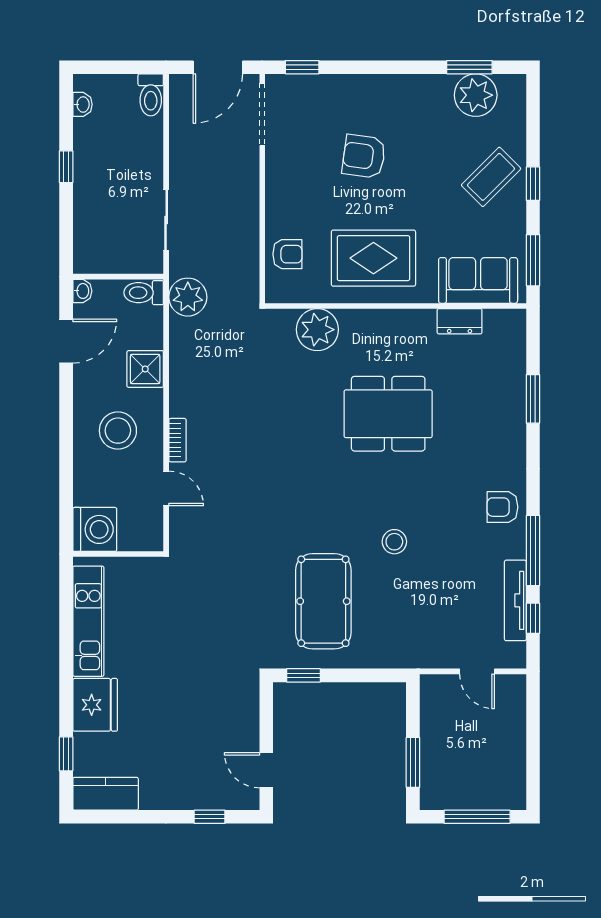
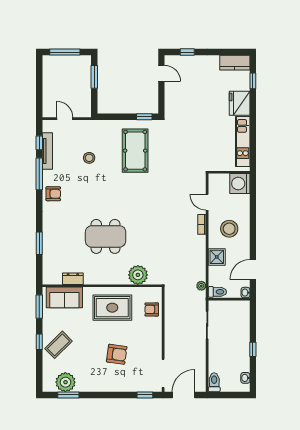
plant: (188, 297) -> (201, 286), width x0.53, depth x0.53
stool: (394, 542) -> (89, 158), moved

